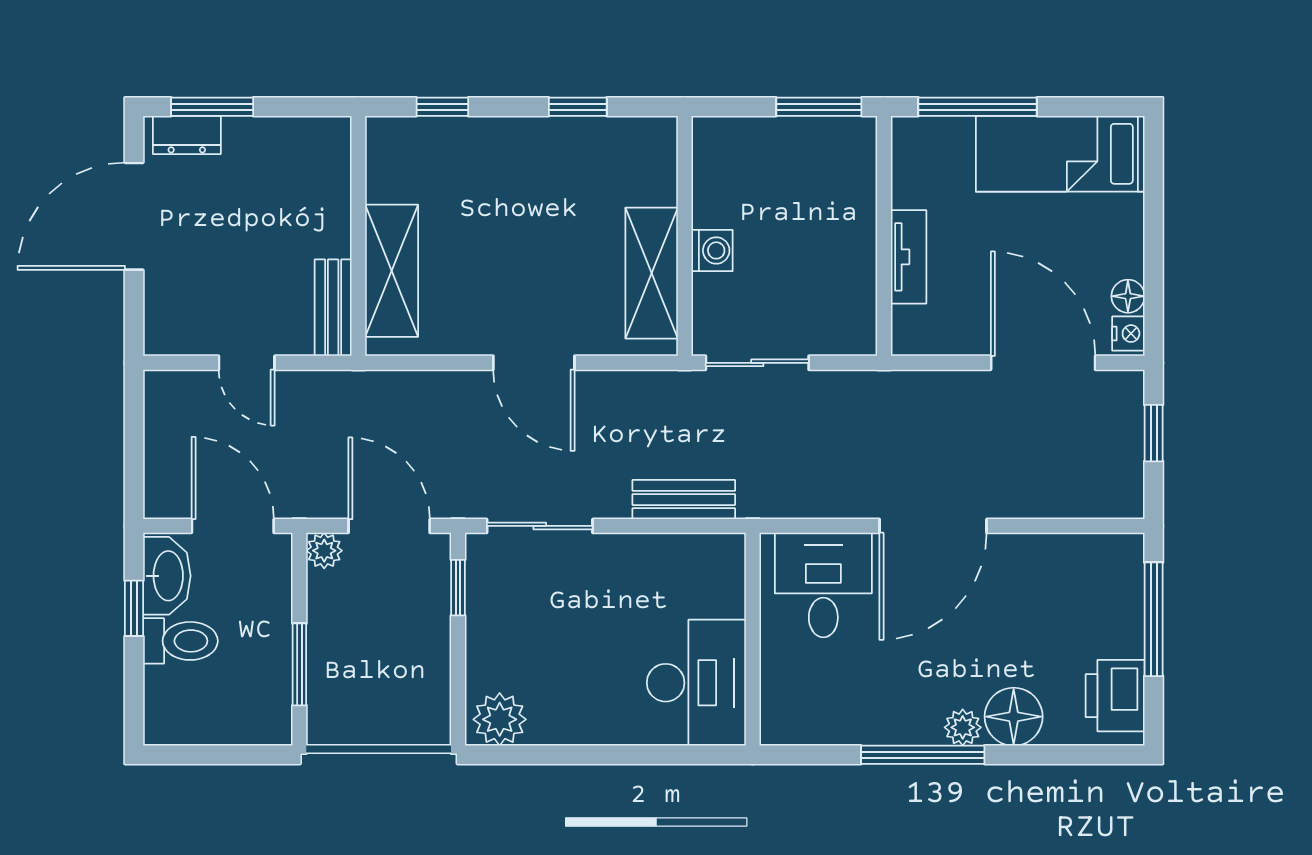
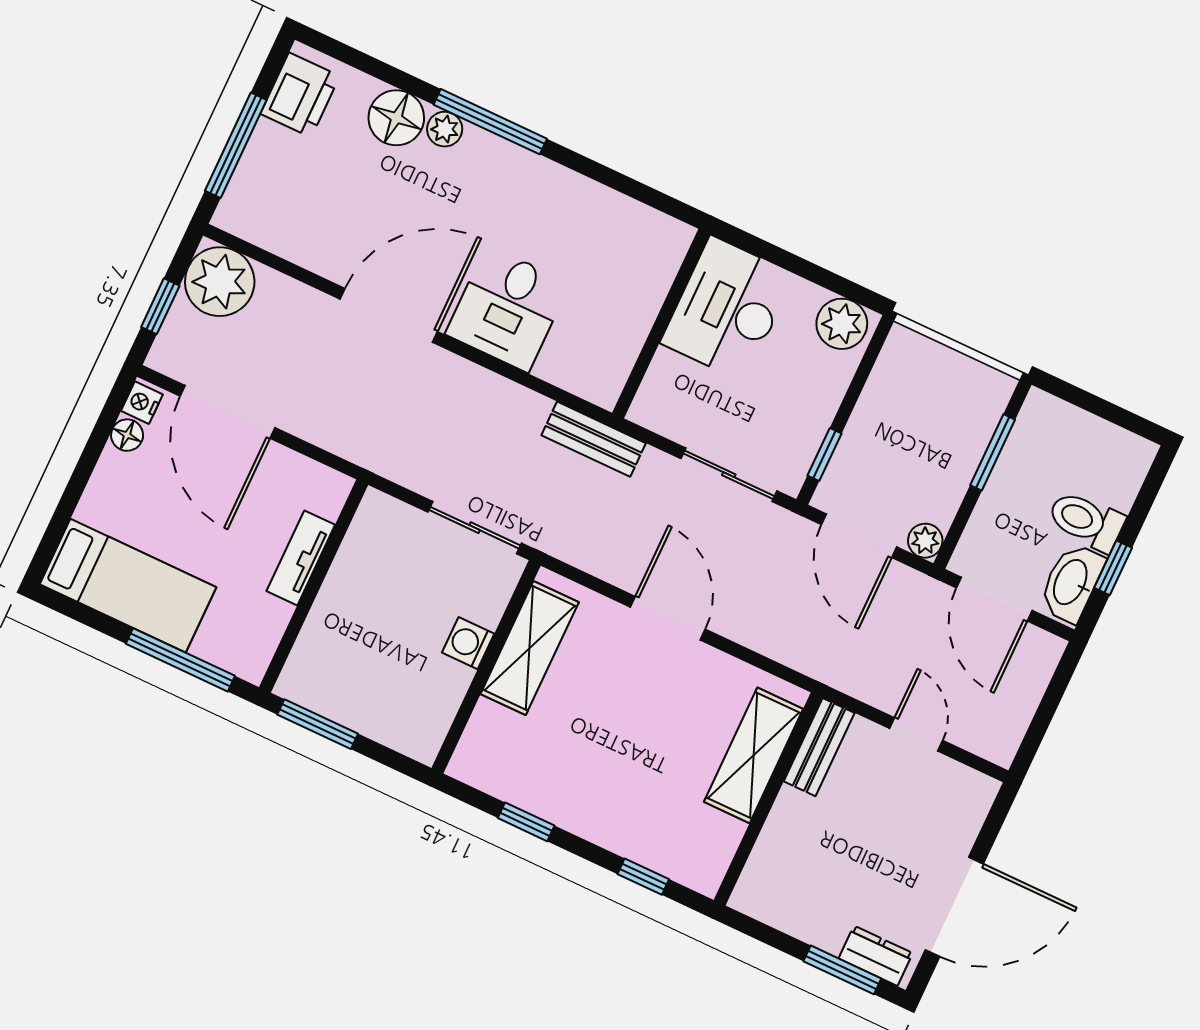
plant: (1108, 483) -> (220, 282), added
wall: (753, 639) -> (661, 324), moved
desk: (696, 683) -> (727, 309), moved

